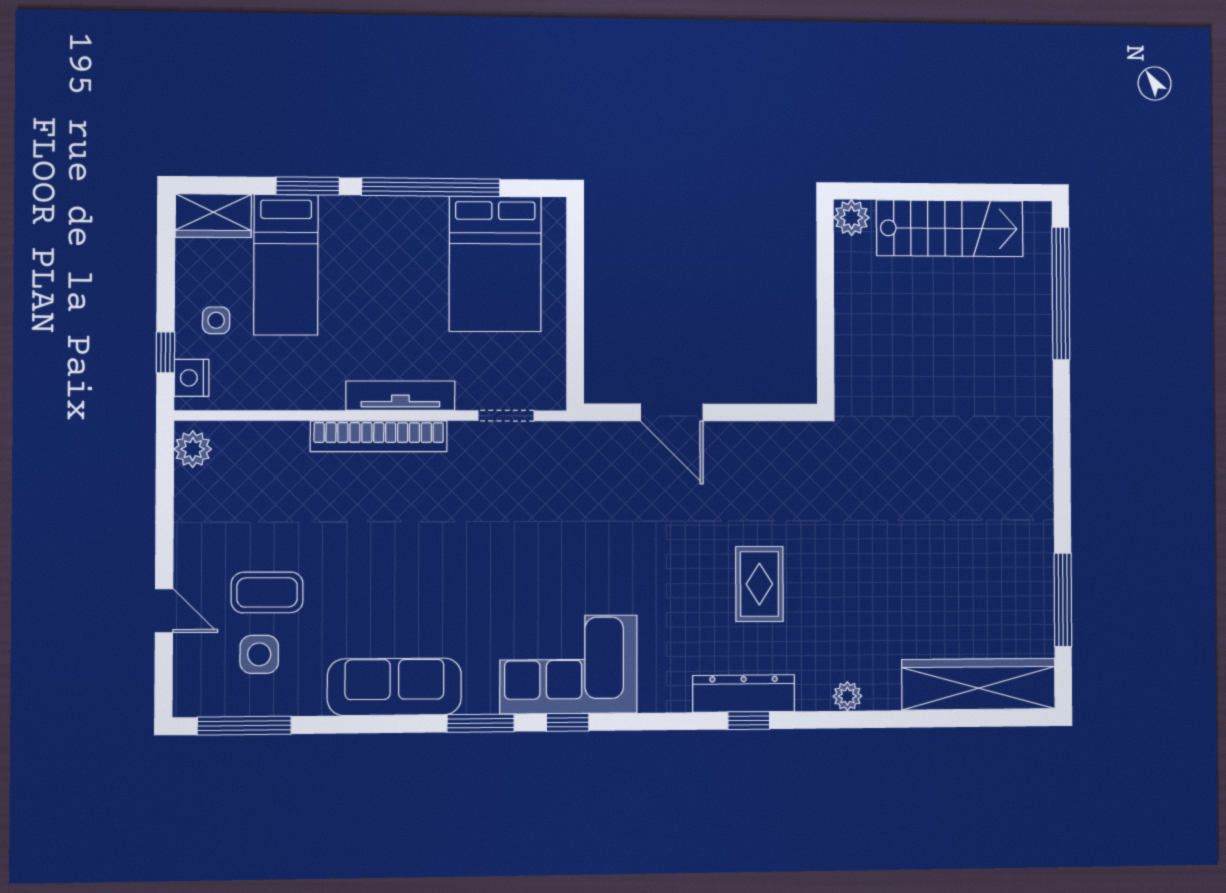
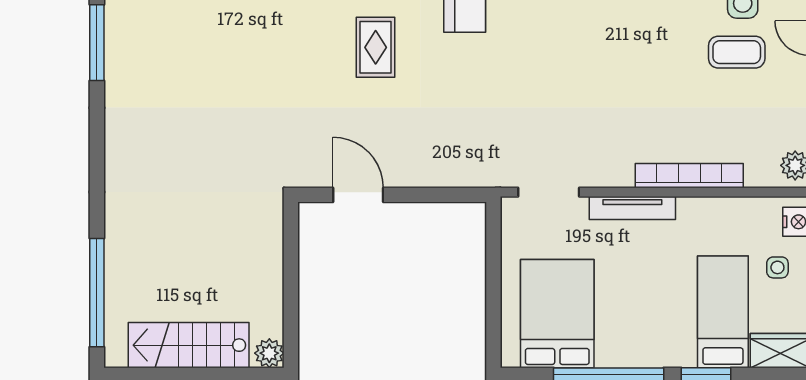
door: (672, 412) -> (358, 195), moved
doorway: (506, 416) -> (549, 192), width x1.38
bookcase: (379, 436) -> (689, 176), moved
rug: (759, 584) -> (376, 47), moved

